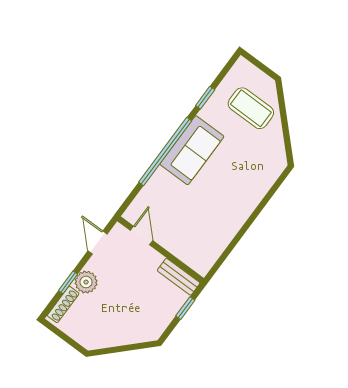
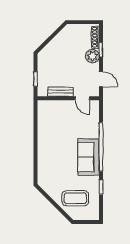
bench: (179, 277) -> (60, 92), moved

